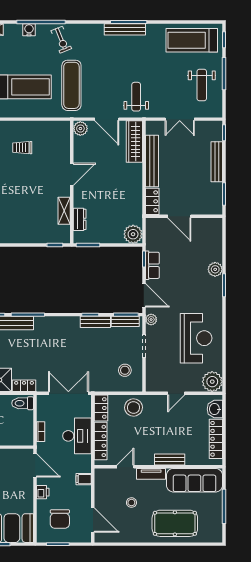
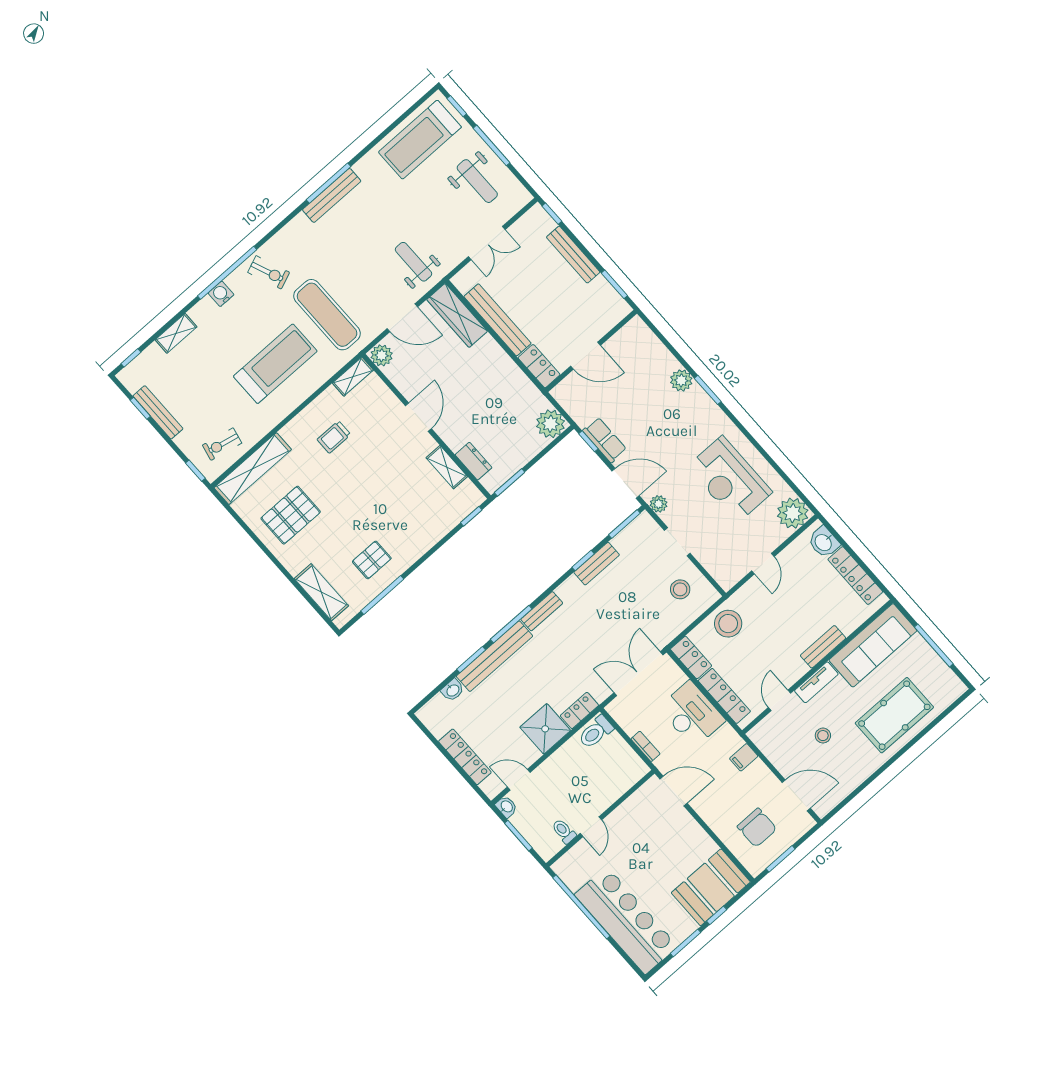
shelving: (57, 126) -> (353, 377), added
bench: (125, 321) -> (542, 611), moved
reception desk: (196, 338) -> (730, 479), turned 180
printer: (43, 492) -> (710, 814), removed

